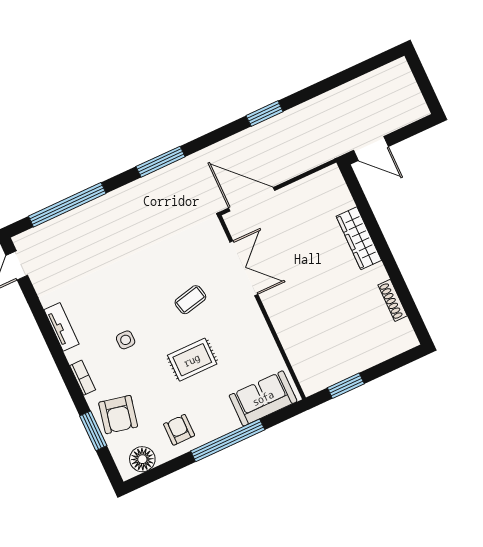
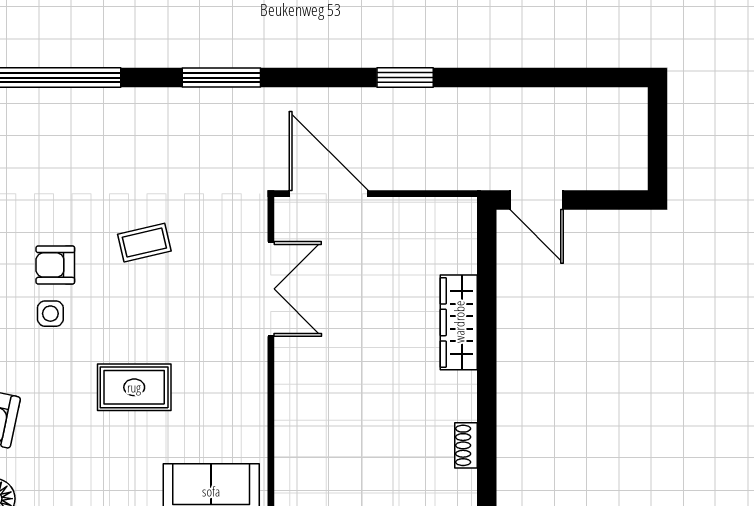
coffee table: (190, 300) -> (144, 243), moved
shoe rack: (393, 300) -> (466, 445), width x0.70
armchair: (179, 430) -> (55, 265), moved, turned -90

